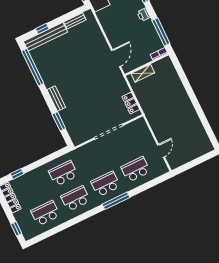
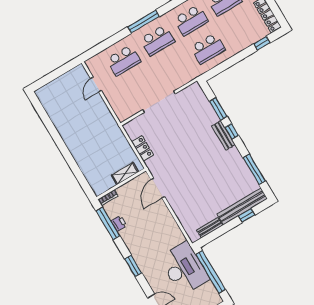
printer: (144, 15) -> (119, 223), moved
window: (33, 67) -> (254, 169), width x0.68
window: (49, 101) -> (232, 131), added
locker: (131, 103) -> (143, 148), moved

